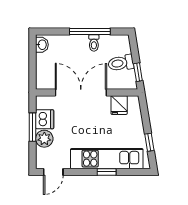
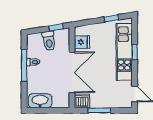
washbasin: (42, 45) -> (40, 101), width x1.91, depth x1.45
double door: (81, 92) -> (72, 72), swing flipped
dishwasher: (45, 119) -> (82, 101), moved
plant: (44, 139) -> (108, 101), removed

